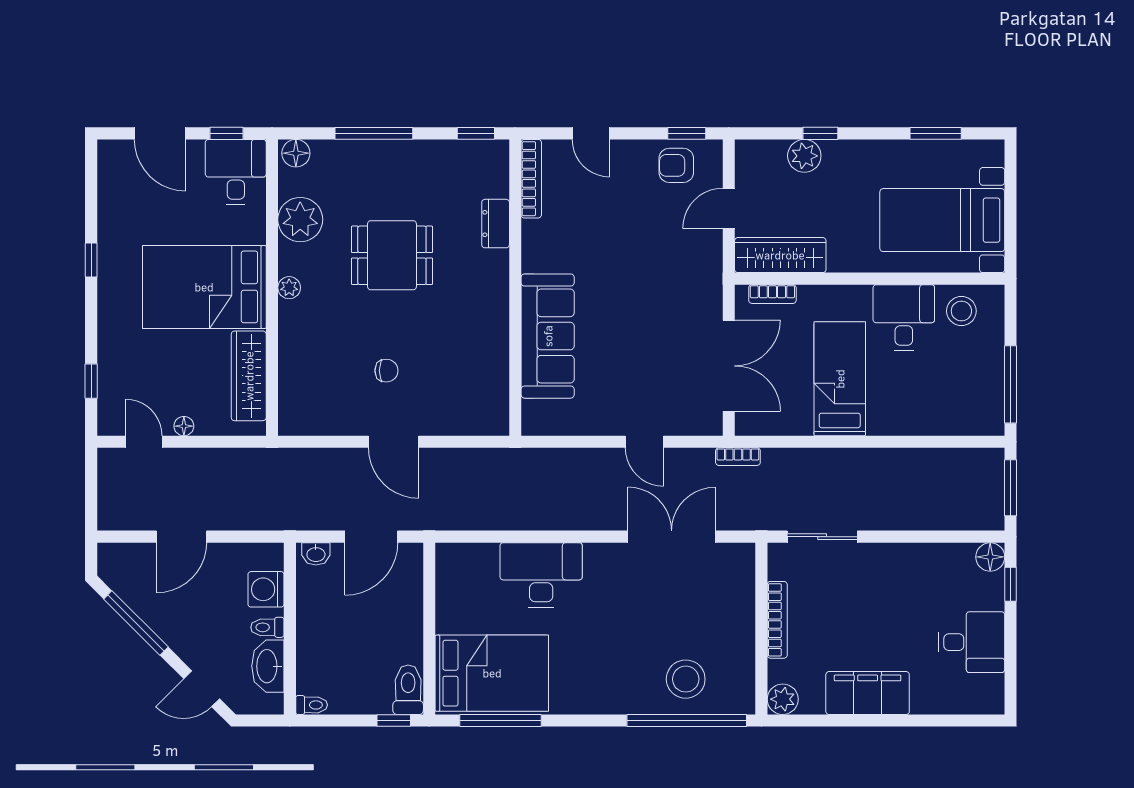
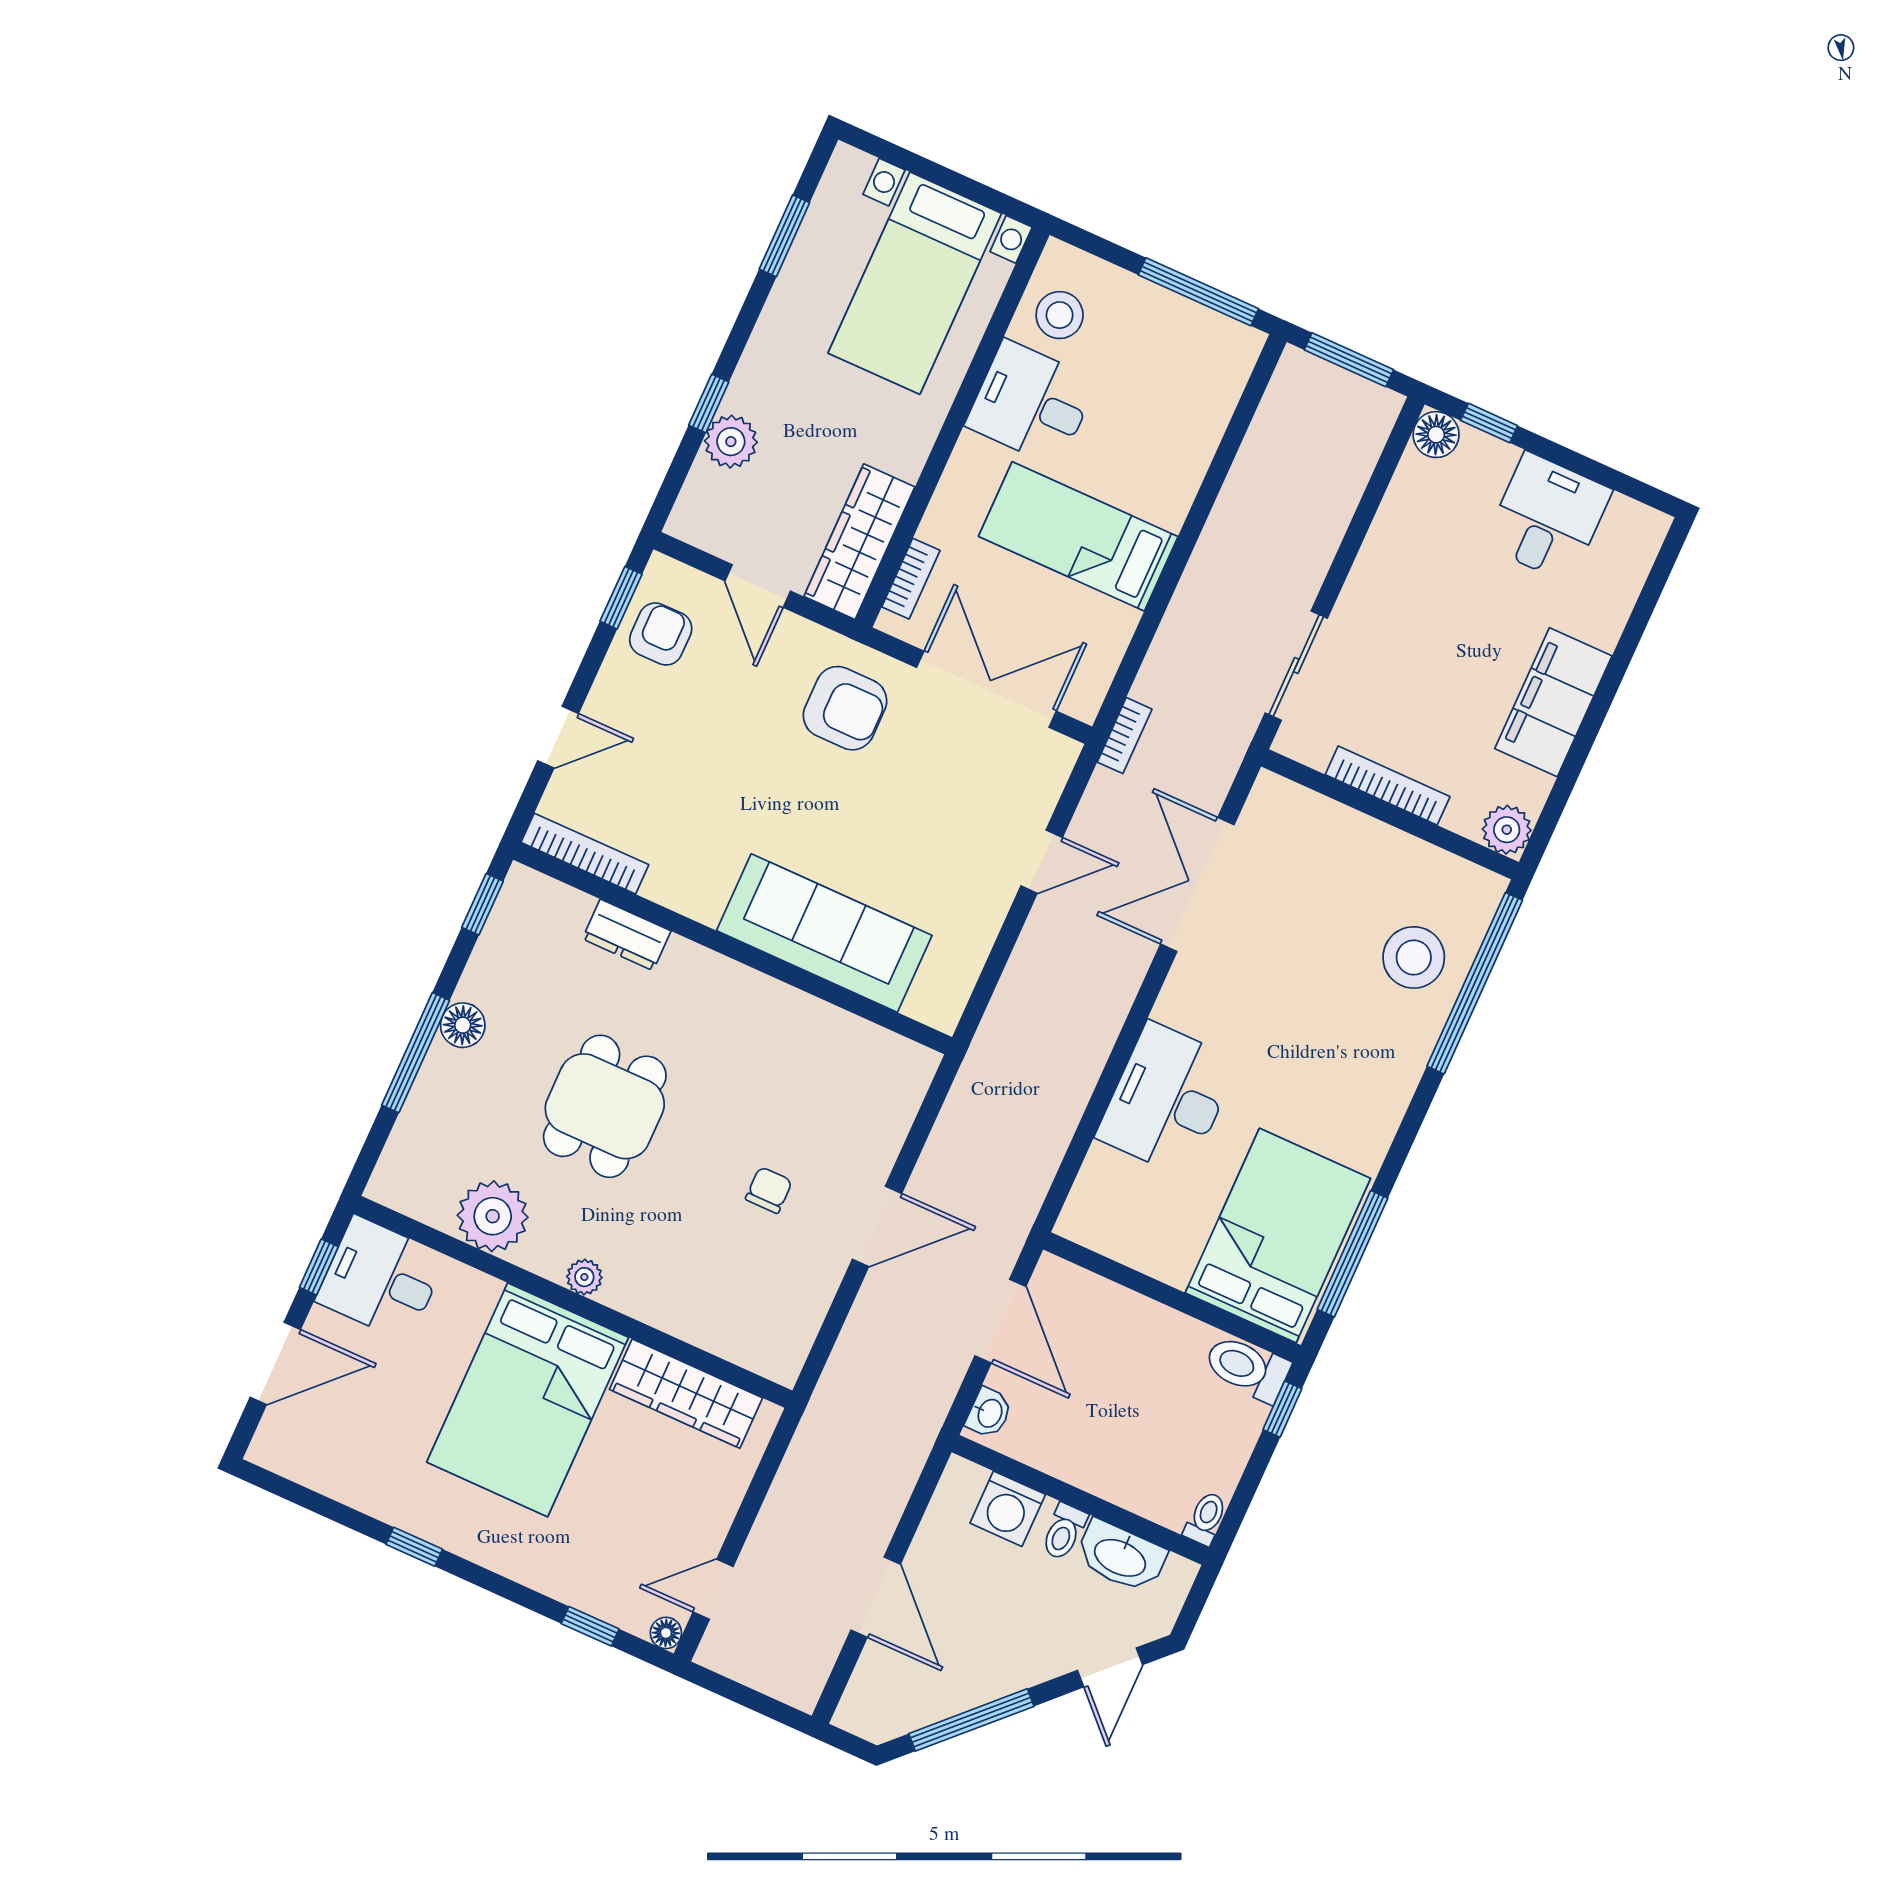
floor lamp: (296, 153) -> (463, 1025), moved
armchair: (676, 165) -> (661, 634), turned 180
armchair: (681, 290) -> (845, 708), added
floor lamp: (184, 426) -> (666, 1633), moved

